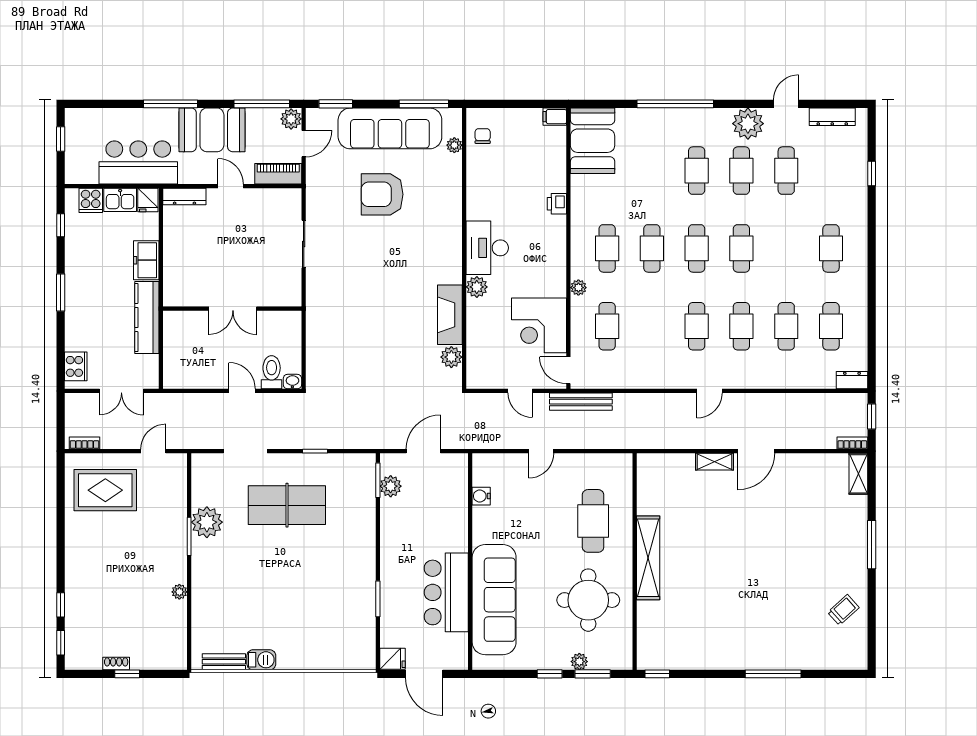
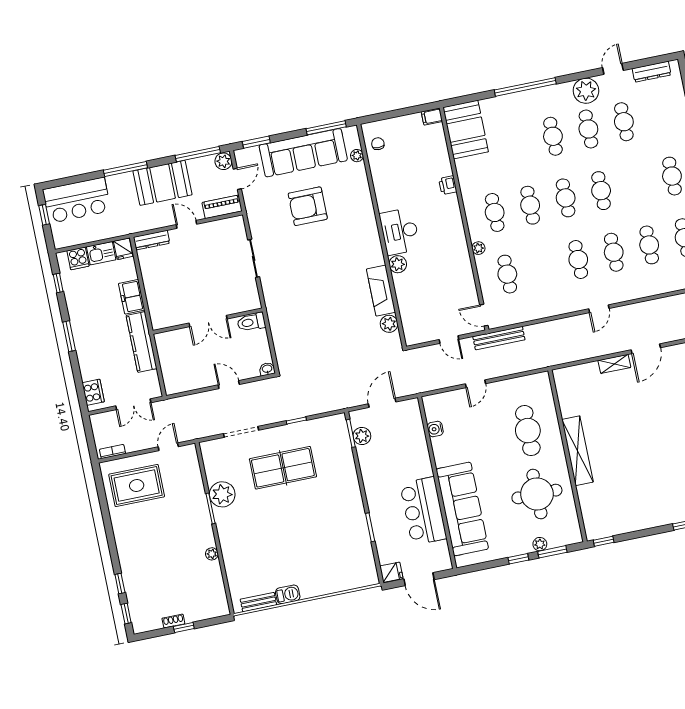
bar counter: (138, 162) -> (77, 200), moved, turned 180
corner desk: (539, 325) -> (453, 284), removed
toilet: (272, 372) -> (251, 322), moved, turned -90

